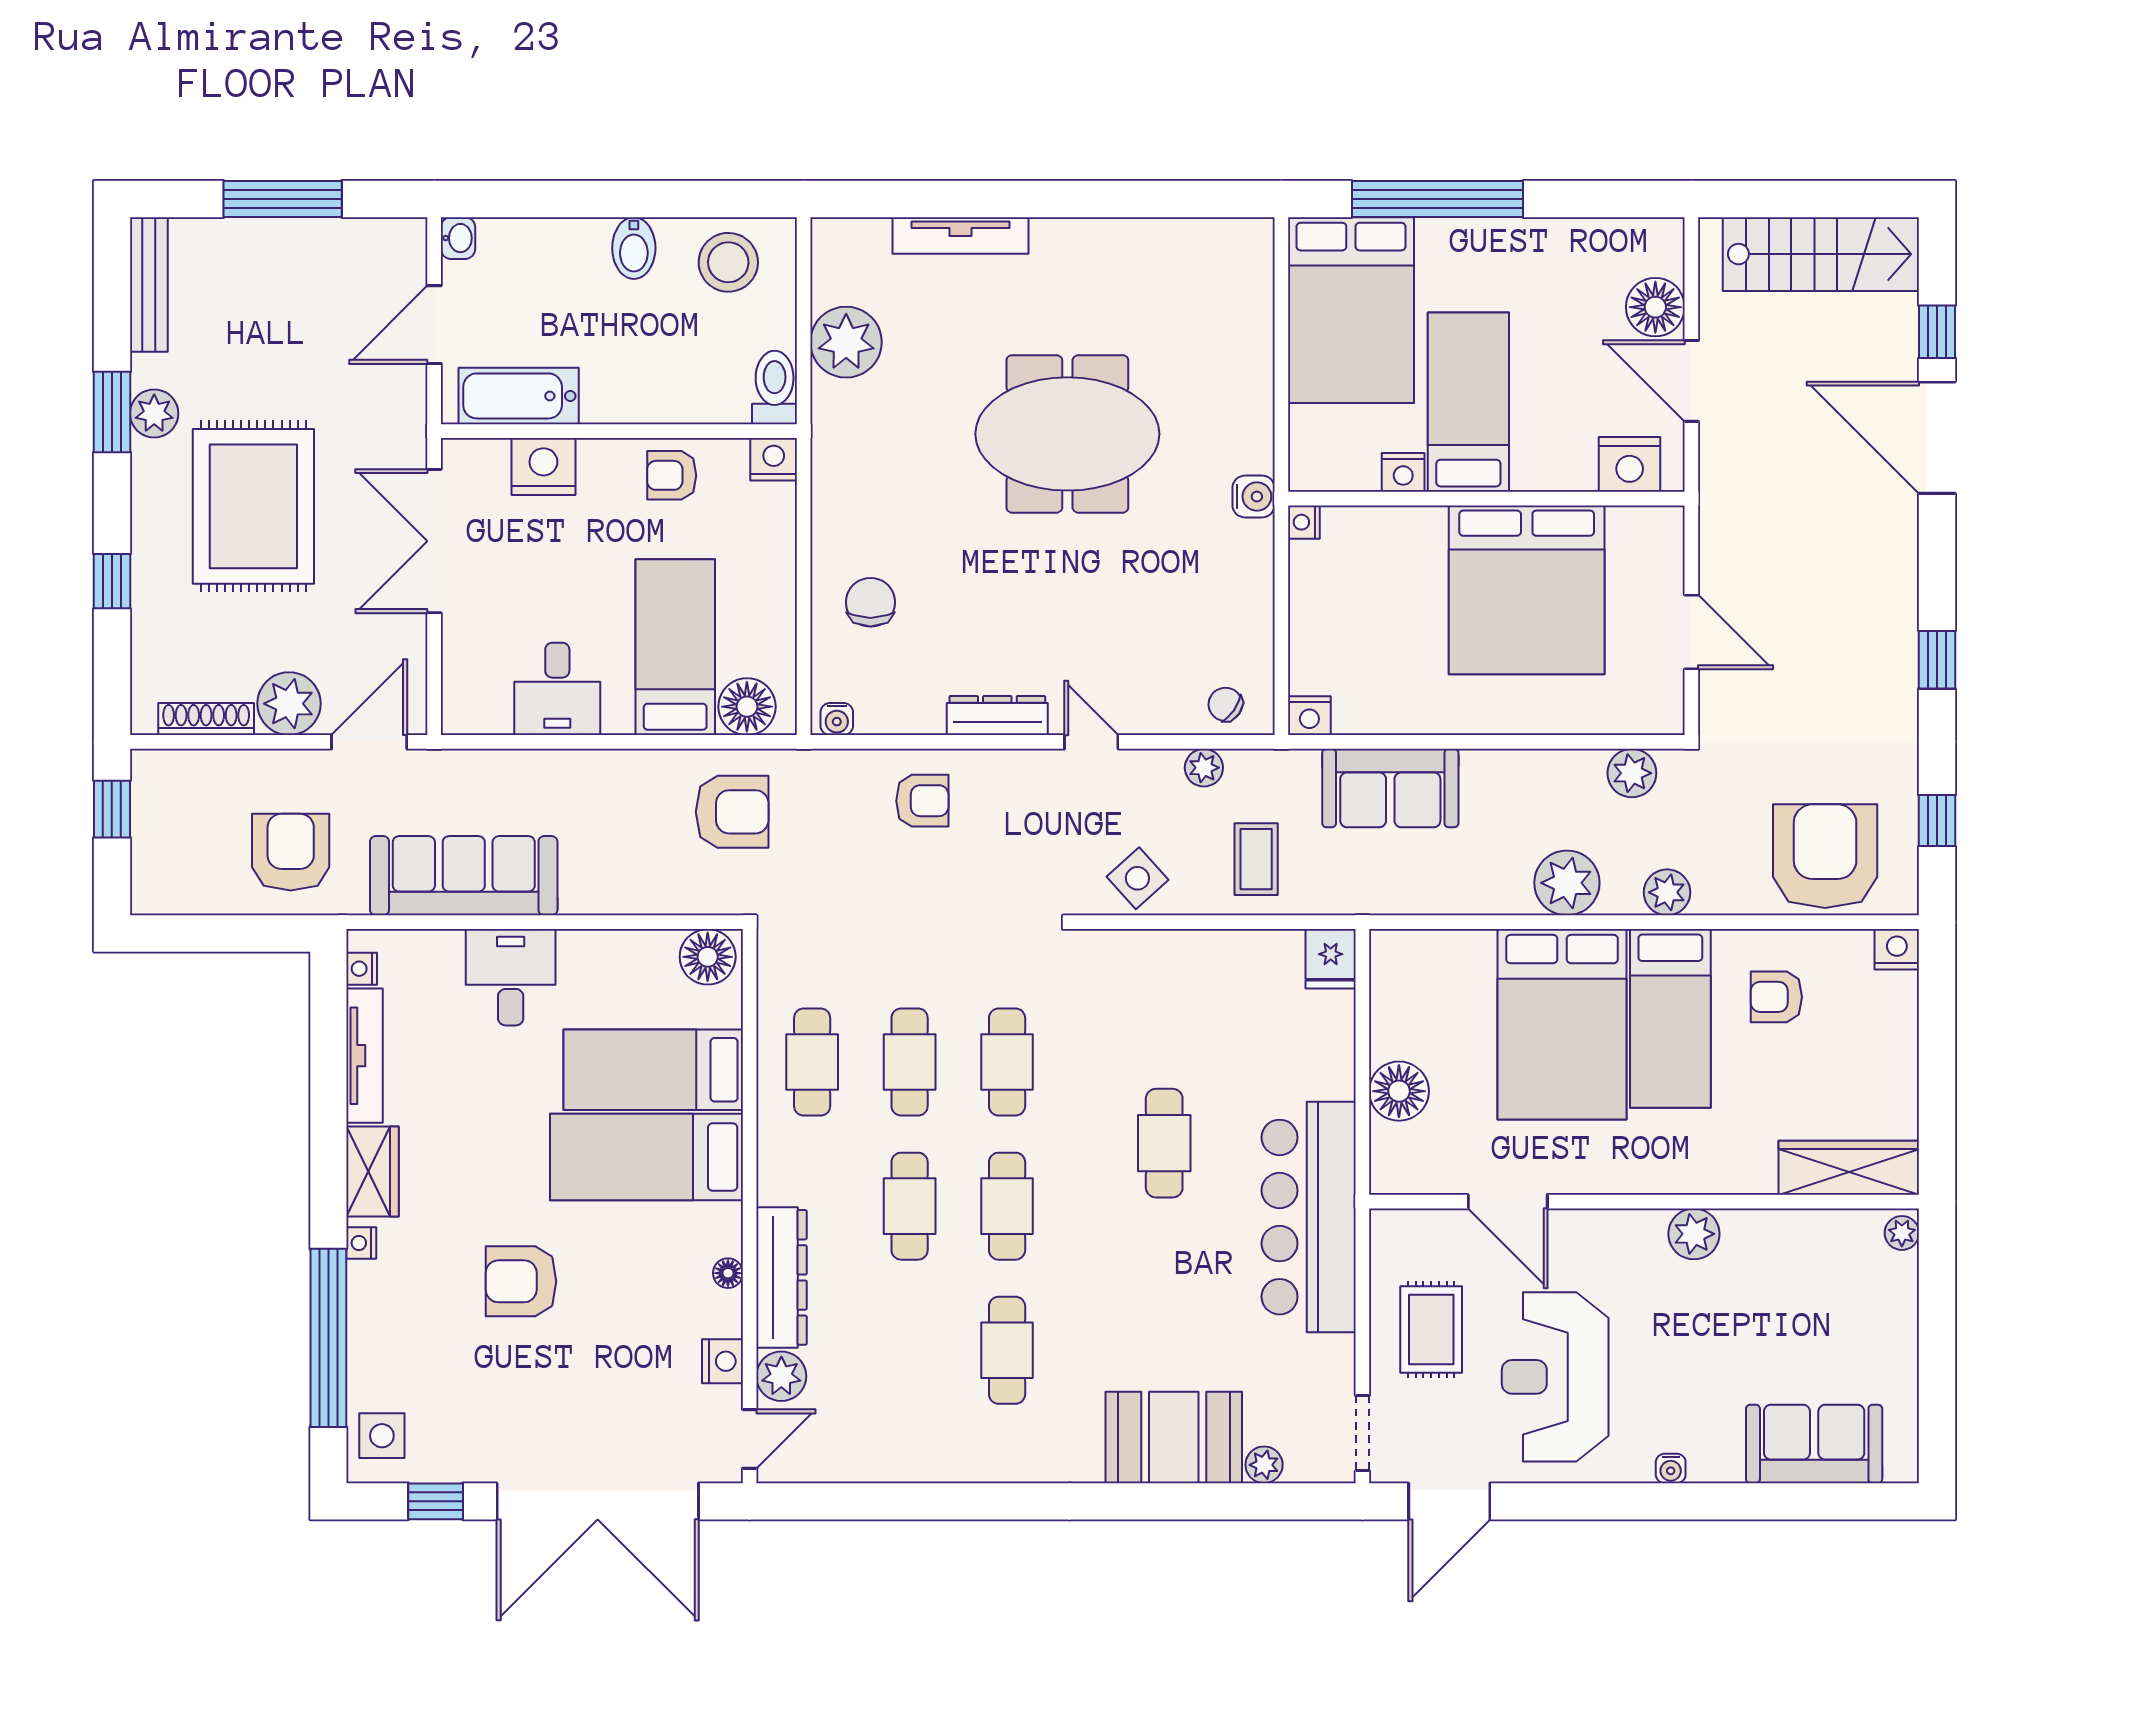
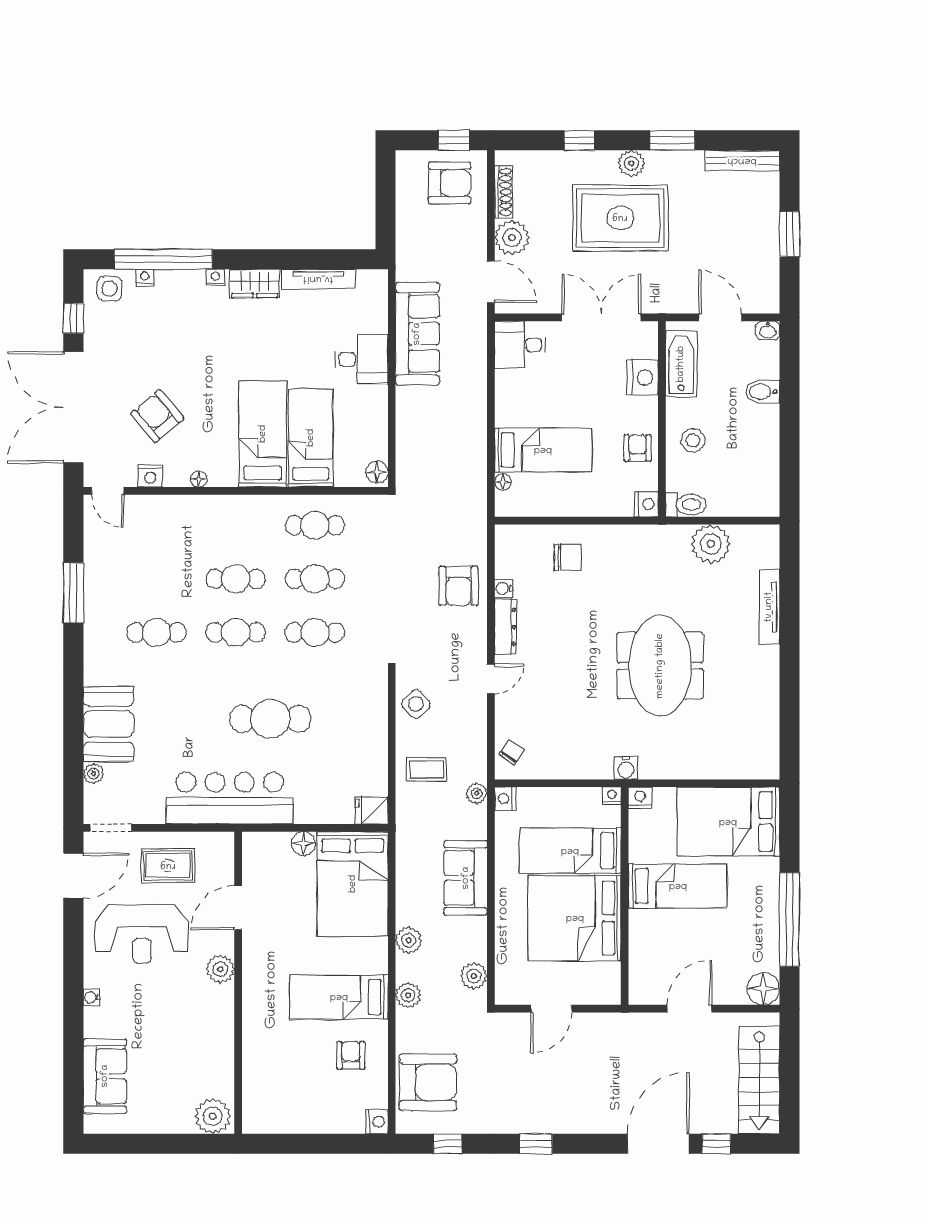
window: (283, 199) -> (789, 234), width x0.69
window: (1437, 199) -> (789, 920), moved
bidet: (634, 248) -> (762, 392), moved
stool: (728, 262) -> (693, 440), moved, width x0.73, depth x0.73
floor lamp: (1655, 307) -> (763, 989), moved
plant: (154, 413) -> (631, 163), moved
nightstand: (1630, 464) -> (643, 975), removed
nightstand: (1403, 472) -> (640, 798), moved, turned 90
bed: (1404, 597) -> (570, 851), added
desk: (557, 689) -> (520, 345), moved
floor lamp: (747, 707) -> (503, 482), width x0.53, depth x0.53
water cooler: (837, 719) -> (503, 588), moved
plant: (1204, 768) -> (477, 793), moved
sofa: (1390, 788) -> (466, 878), moved
armchair: (922, 801) -> (459, 586), width x1.38, depth x1.38
armchair: (732, 812) -> (452, 481), removed
armchair: (291, 852) -> (450, 183), moved
plant: (1567, 883) -> (409, 940), width x0.73, depth x0.73
floor lamp: (708, 957) -> (377, 472), width x0.73, depth x0.73
nightstand: (362, 969) -> (145, 277), moved
bed: (1562, 1024) -> (353, 884), moved, turned -90
floor lamp: (1399, 1091) -> (303, 843), width x0.73, depth x0.73
cafe table: (1164, 1143) -> (270, 719), width x1.37, depth x1.35
wardrobe: (1849, 1168) -> (257, 1095), removed
plant: (1902, 1233) -> (213, 1116), width x1.87, depth x1.87
plant: (1694, 1234) -> (220, 969), moved
dresser: (781, 1277) -> (196, 508), removed
armchair: (521, 1281) -> (157, 416), moved, turned -40
plant: (781, 1376) -> (142, 508), removed
reception desk: (1555, 1377) -> (142, 934), turned 180
window: (935, 1501) -> (73, 593), added
door: (1449, 1501) -> (73, 876), swing flipped

